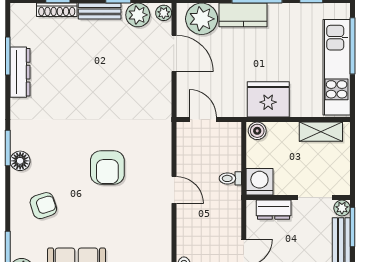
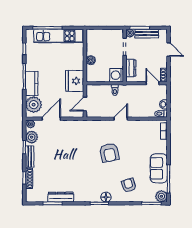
fridge: (268, 99) -> (75, 81), moved
boiler: (257, 131) -> (91, 60), moved
shelving: (321, 132) -> (91, 44), removed
armchair: (107, 168) -> (109, 153), turned 78

